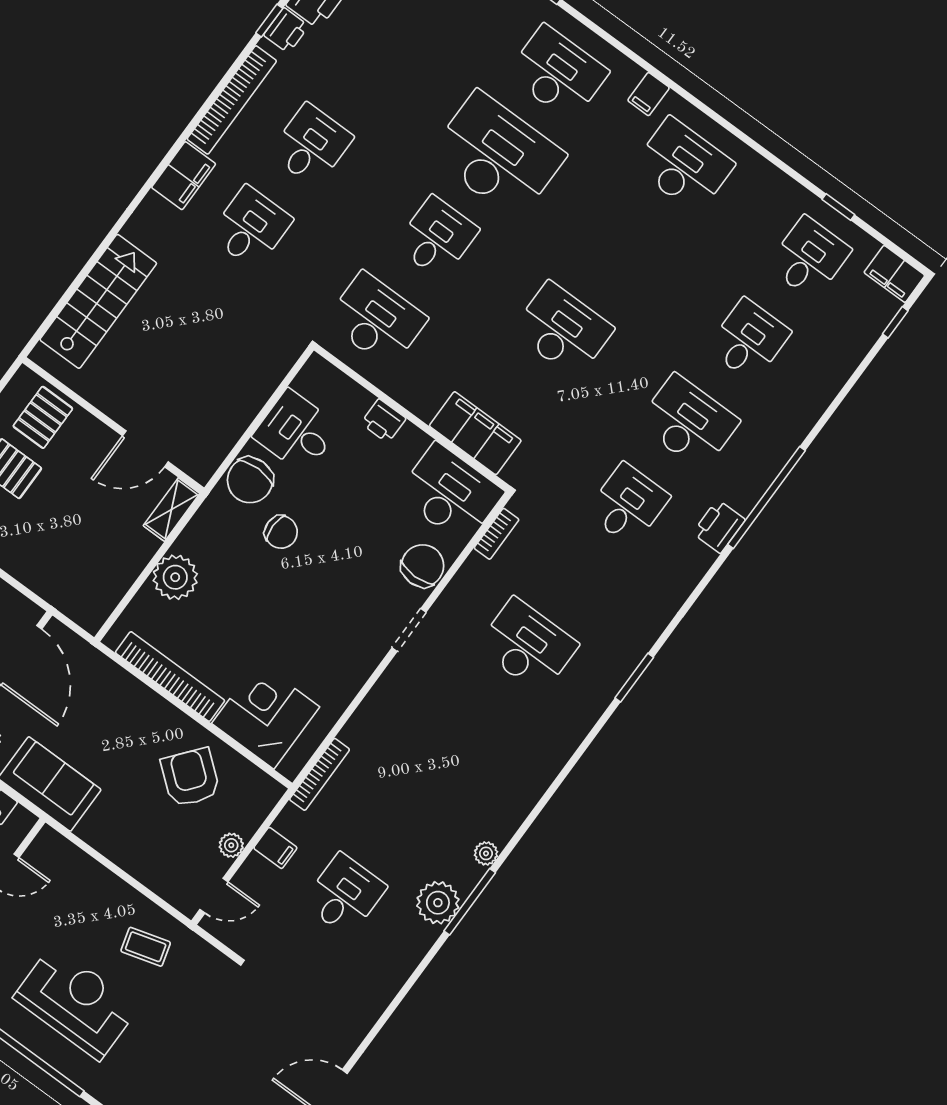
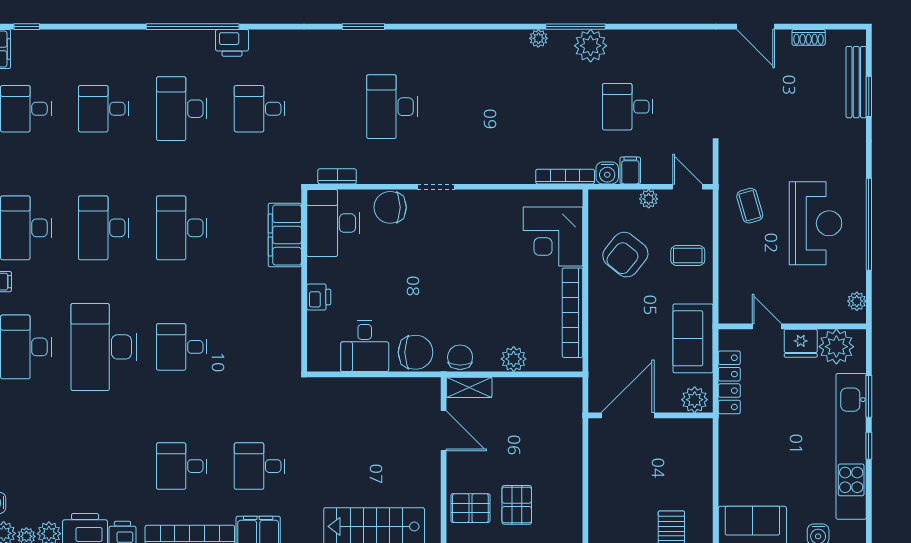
desk: (377, 320) -> (104, 228), moved
chair: (281, 532) -> (460, 357), moved
plant: (175, 577) -> (514, 359), width x0.73, depth x0.73
water cooler: (291, 822) -> (607, 173), added
coffee table: (141, 843) -> (688, 256), added
reception desk: (76, 1002) -> (815, 223), turned 180

